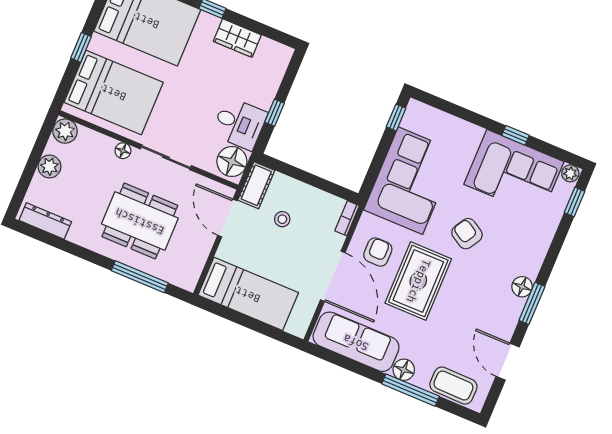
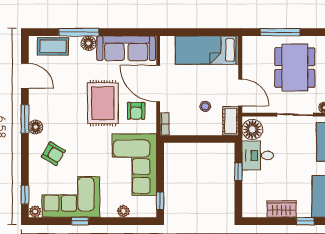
plant: (451, 124) -> (123, 211), added
dining table: (140, 221) -> (295, 67), turned 90
armchair: (467, 234) -> (53, 154), moved

